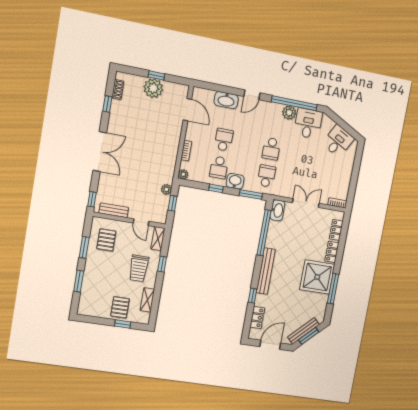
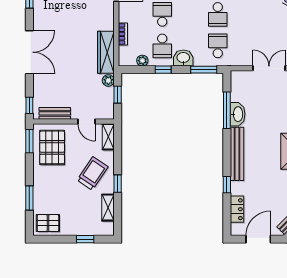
wardrobe: (169, 164) -> (106, 52), added
plant: (183, 174) -> (142, 61), moved
washbasin: (277, 210) -> (238, 114), moved
window: (264, 233) -> (227, 110), width x0.68
pallet: (106, 240) -> (52, 147), width x1.50, depth x1.42
window: (84, 247) -> (29, 141), moved
window: (162, 264) -> (118, 184), moved
trolley: (139, 268) -> (93, 173), turned -146
pallet: (120, 307) -> (48, 223), moved, turned 90

